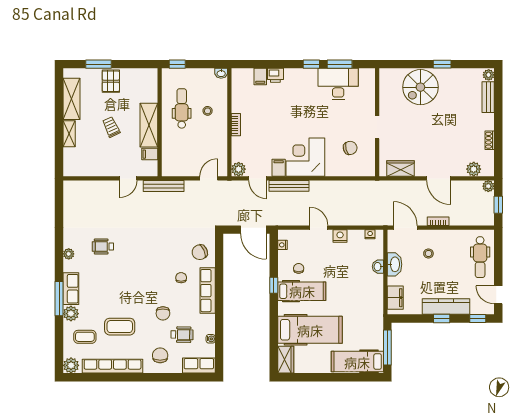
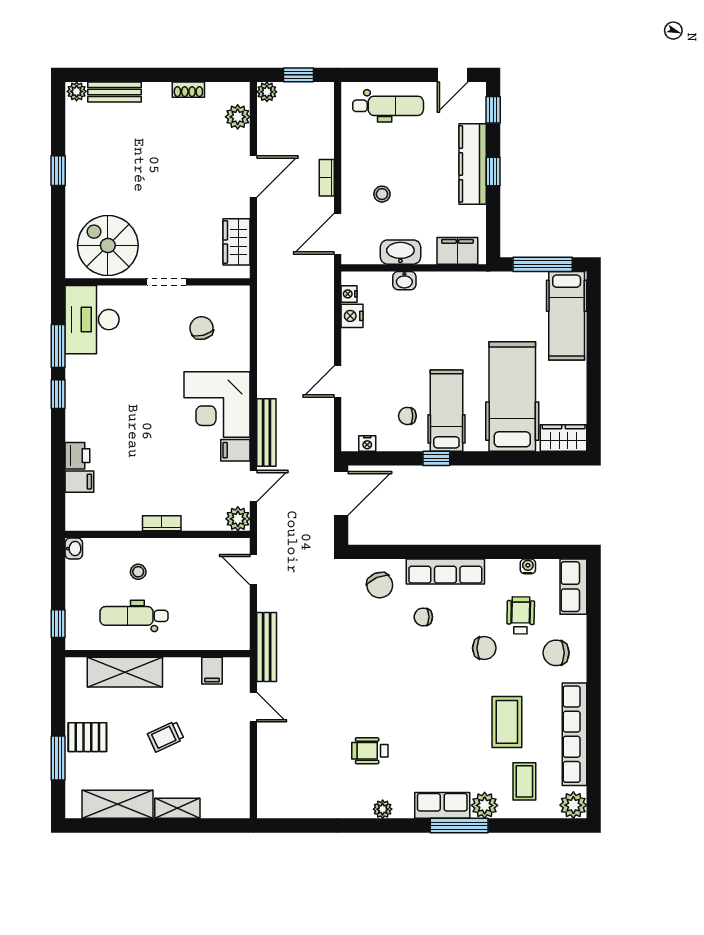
desk: (338, 84) -> (92, 320), moved
spiral stairs: (420, 87) -> (108, 246), moved, turned 180
shelving: (149, 125) -> (125, 672), moved
nightstand: (340, 236) -> (352, 316), moved
wheelchair: (103, 246) -> (370, 751), turned 90

